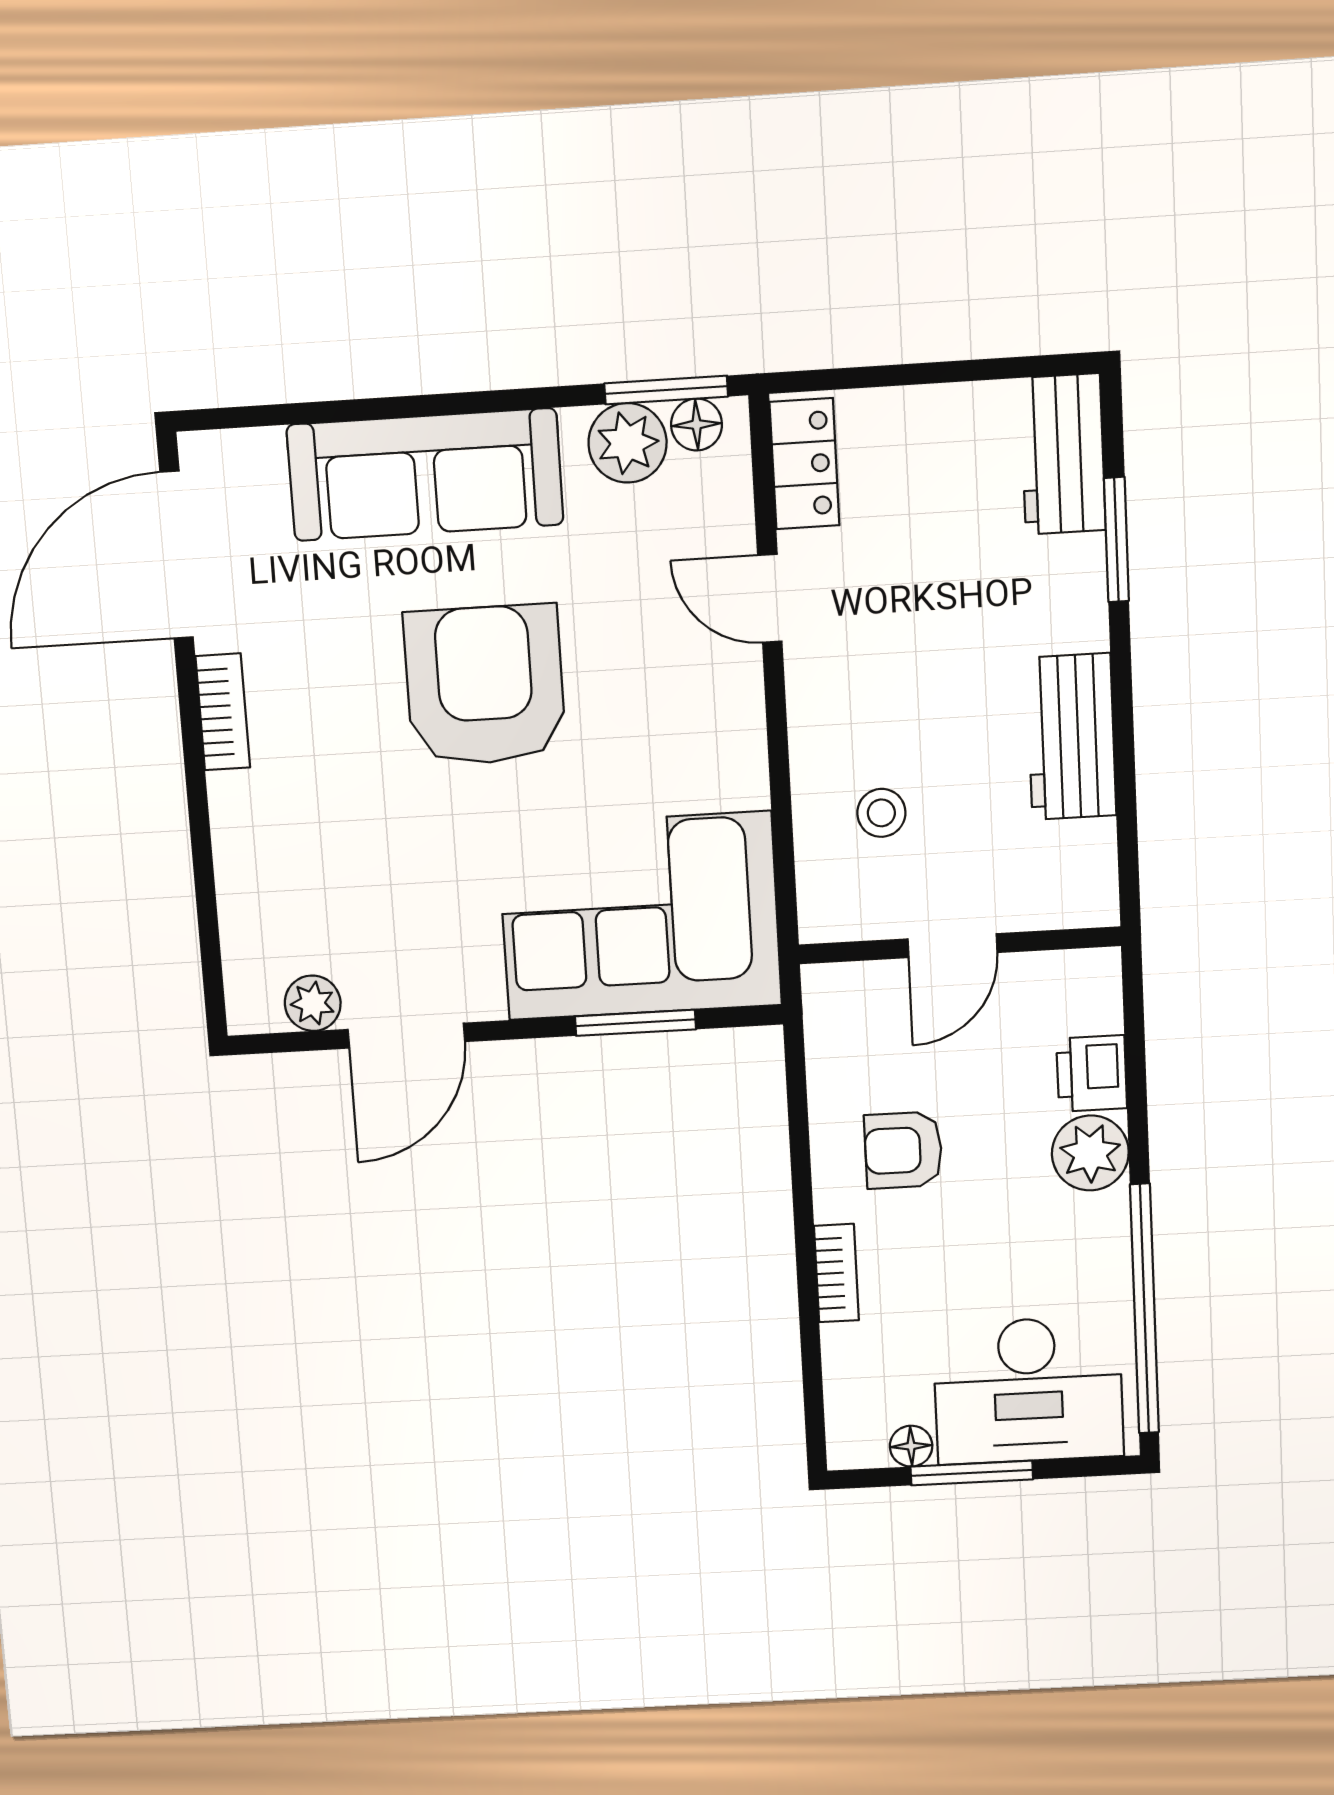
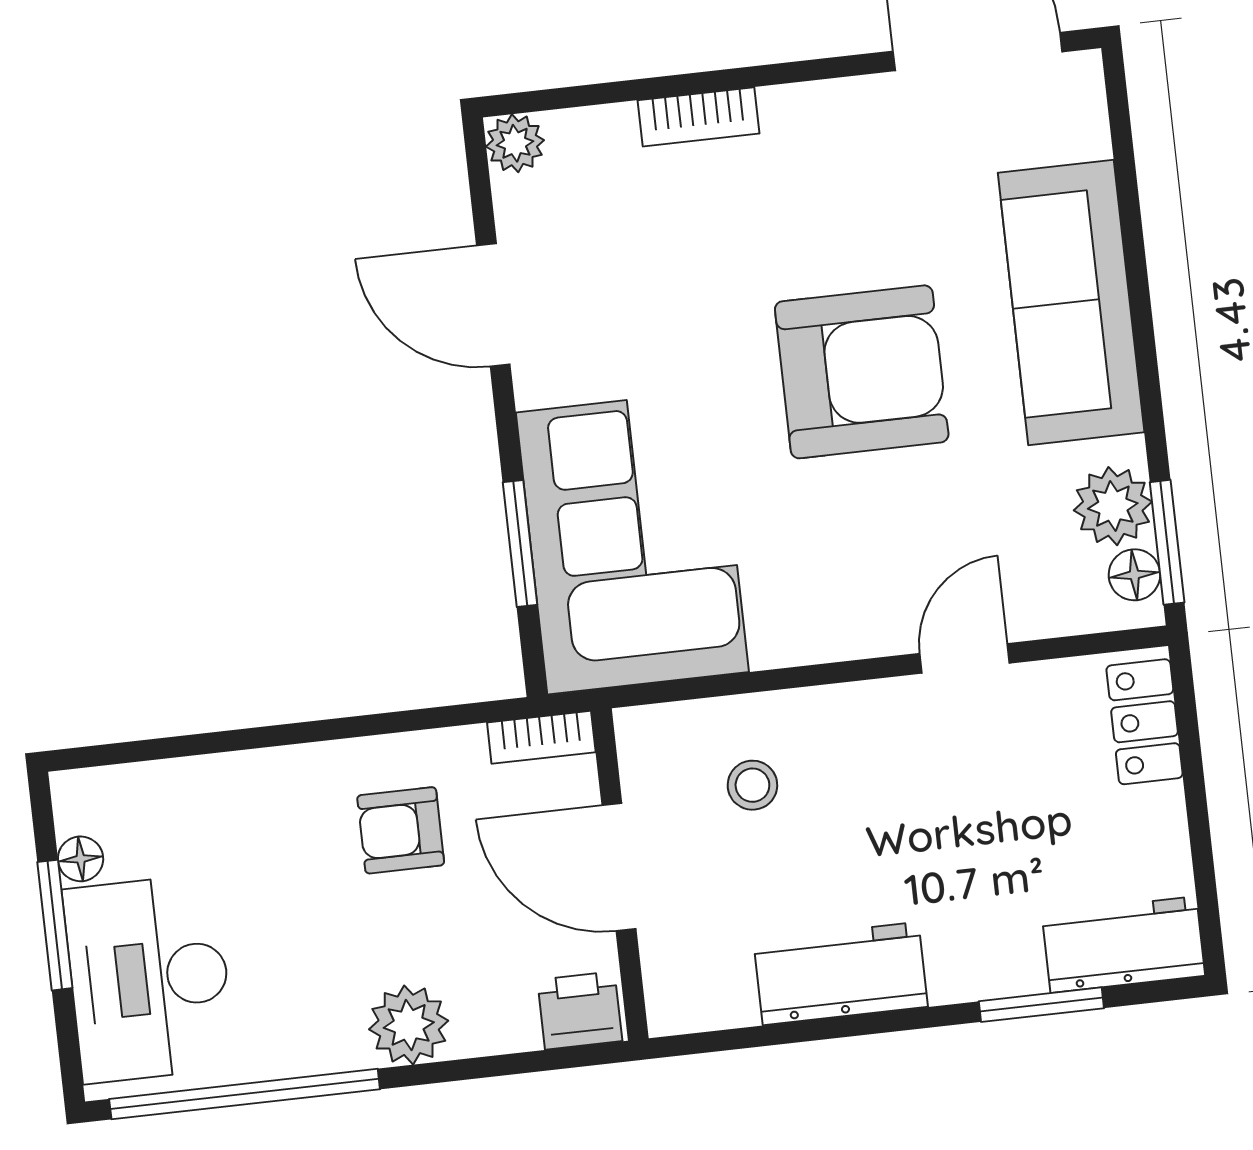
locker: (805, 464) -> (1145, 722), moved, turned 90
bookcase: (223, 712) -> (698, 117), moved
door: (953, 946) -> (619, 867), width x1.38
plant: (313, 1003) -> (515, 143), moved
printer: (1092, 1073) -> (580, 1010), moved
armchair: (903, 1150) -> (401, 830), turned -90
bookcase: (836, 1273) -> (541, 737), moved

